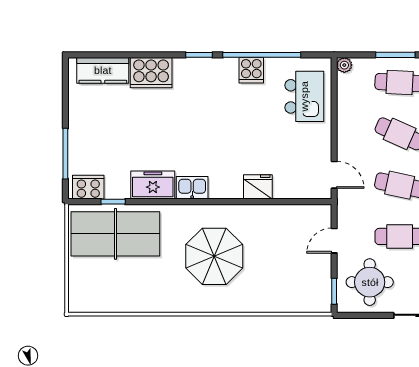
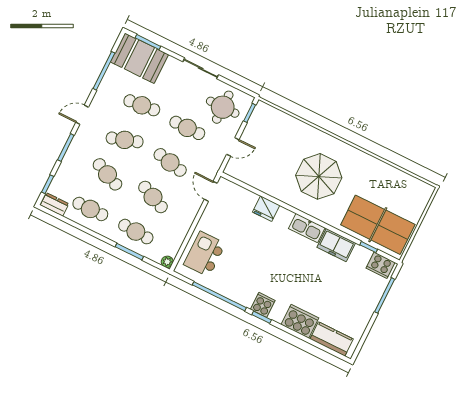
cooker: (251, 70) -> (263, 305), moved
kitchen sink: (192, 188) -> (307, 228), width x1.38

